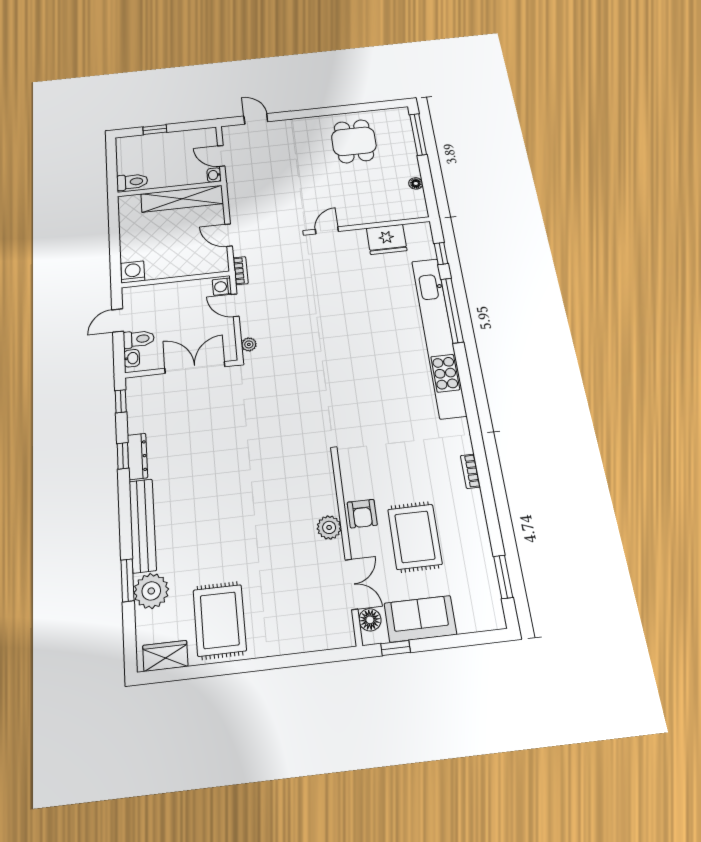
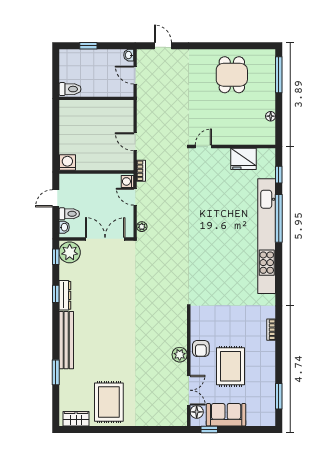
washbasin: (214, 175) -> (129, 55), moved
shelving: (182, 199) -> (105, 108), removed
plant: (151, 591) -> (70, 252), moved

